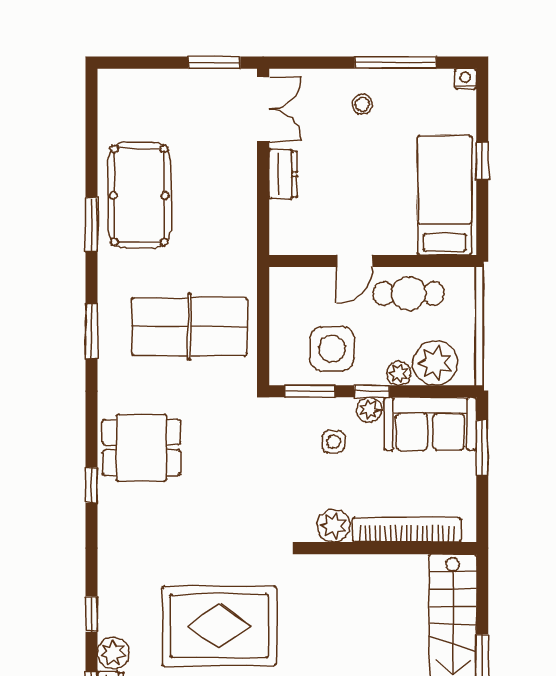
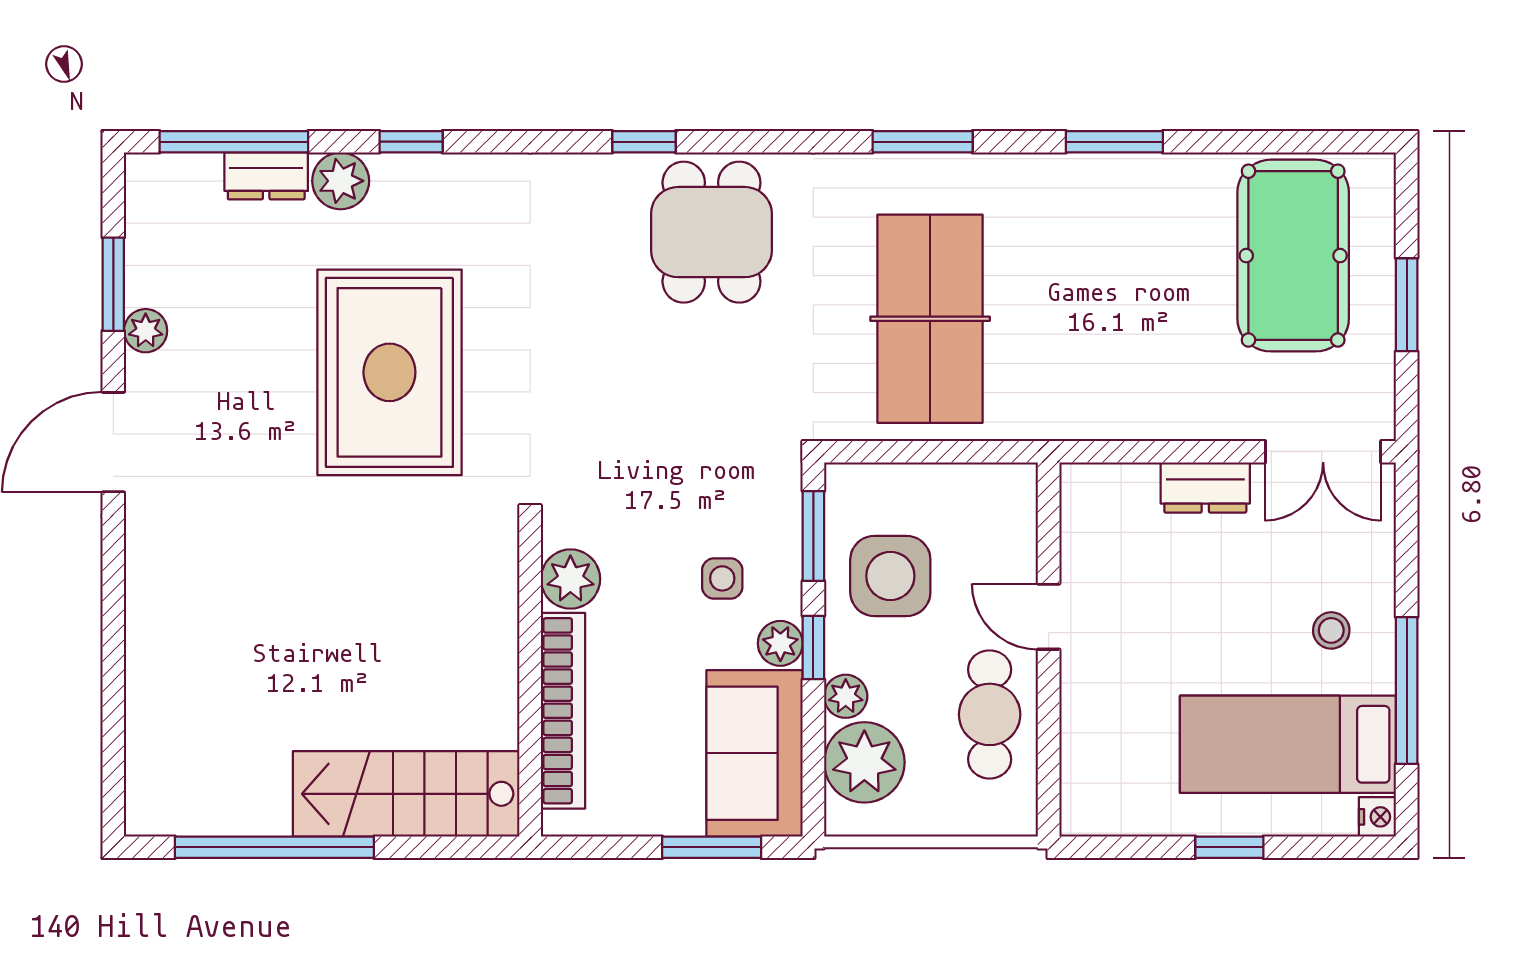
window: (214, 63) -> (1407, 305), moved
pool table: (139, 195) -> (1293, 256), moved, turned 90
bed: (445, 195) -> (1288, 744), moved, turned 180

